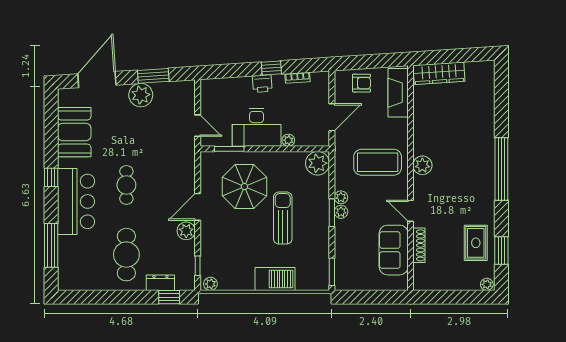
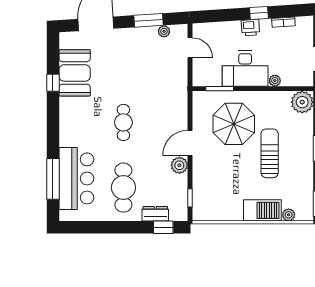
plant: (141, 95) -> (164, 31), moved, width x0.53, depth x0.53
door: (198, 126) -> (190, 48), moved
window: (51, 177) -> (53, 83), moved
bar counter: (76, 201) -> (76, 178), moved
plant: (210, 284) -> (289, 215), moved

